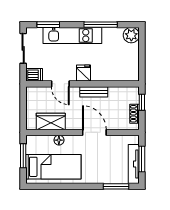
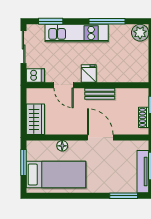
wardrobe: (51, 121) -> (35, 119), moved, turned 90

